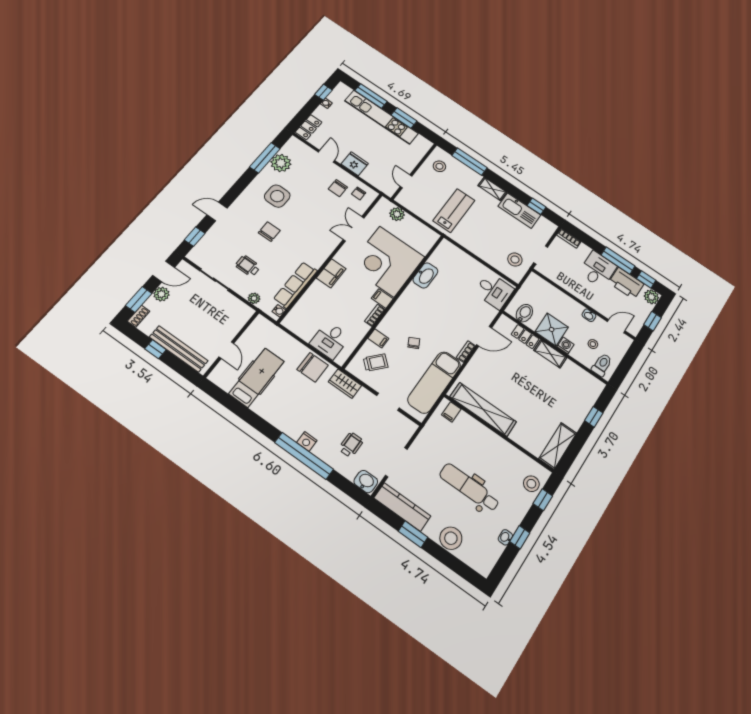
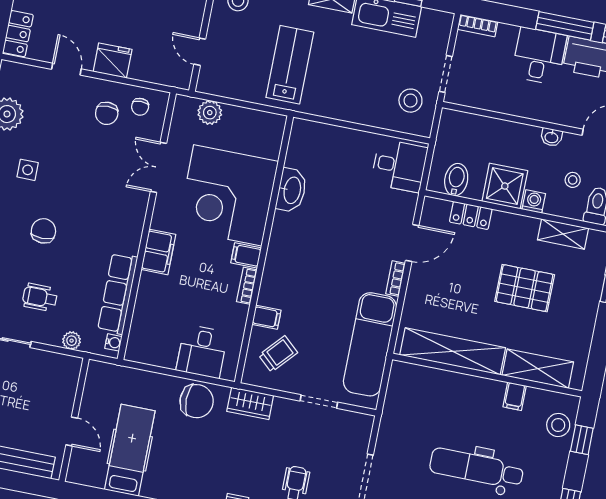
side table: (277, 196) -> (28, 170), width x0.54, depth x0.54
chair: (414, 343) -> (318, 301), removed
shelving: (550, 354) -> (563, 234), moved
pallet: (541, 392) -> (525, 288), added
filing cabinet: (451, 412) -> (515, 396), moved
shelving: (558, 446) -> (538, 369), moved, turned 90

